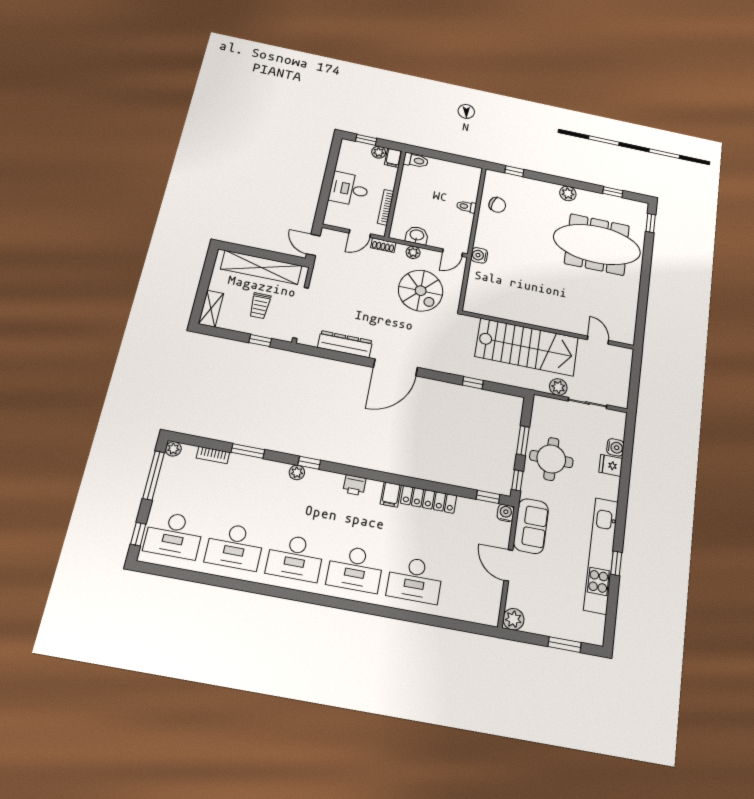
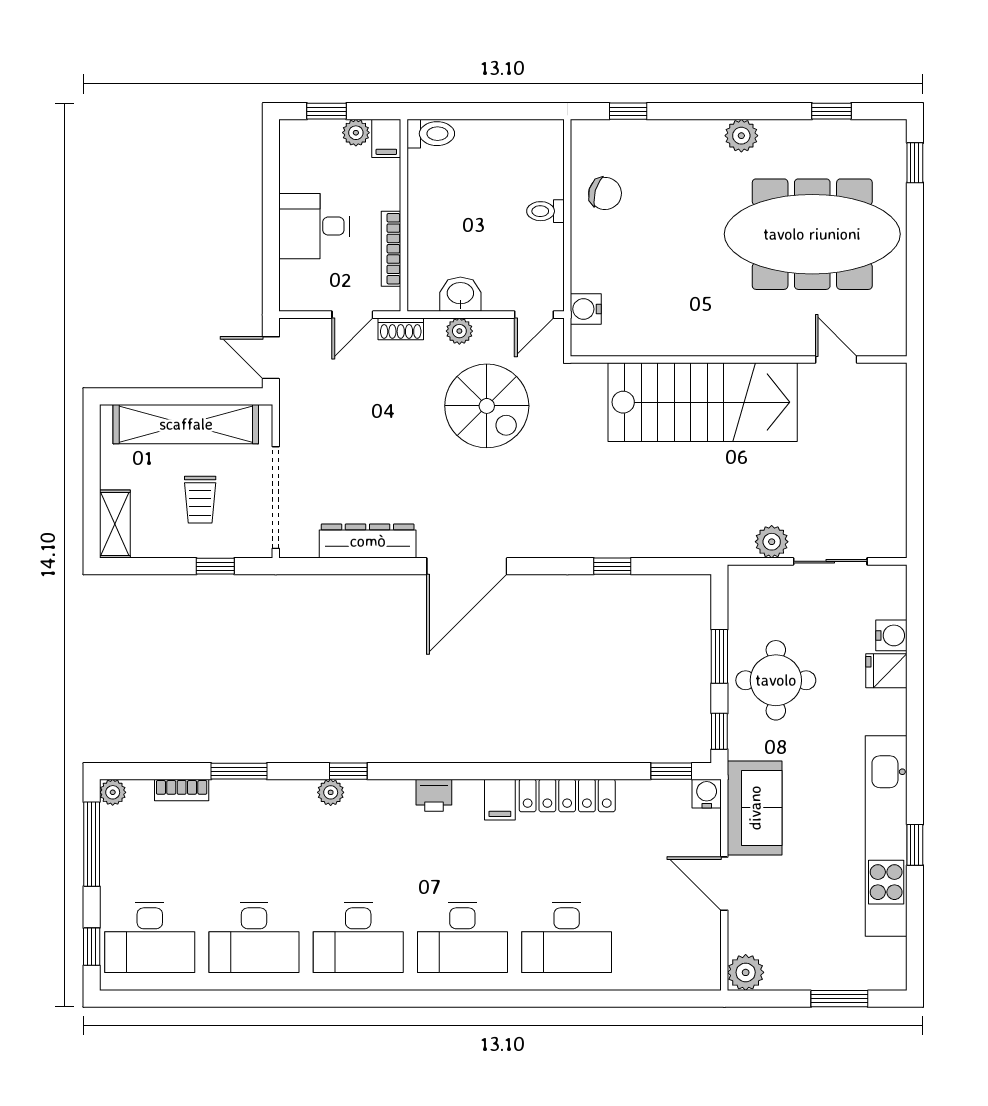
wall: (548, 330) -> (739, 360), moved
door: (598, 340) -> (836, 360), moved
stairs: (527, 347) -> (703, 402), moved

